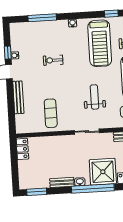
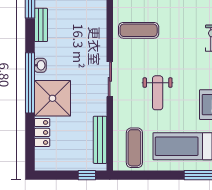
weight bench: (94, 97) -> (158, 93), turned 90
bench: (62, 182) -> (41, 25), moved

